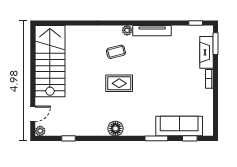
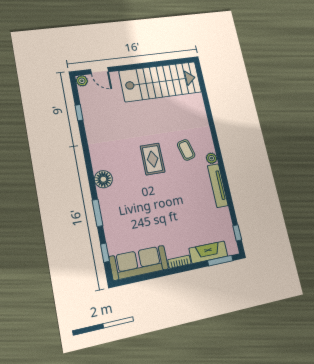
sofa: (179, 126) -> (139, 263), moved, turned -90
floor lamp: (115, 128) -> (103, 179), moved

